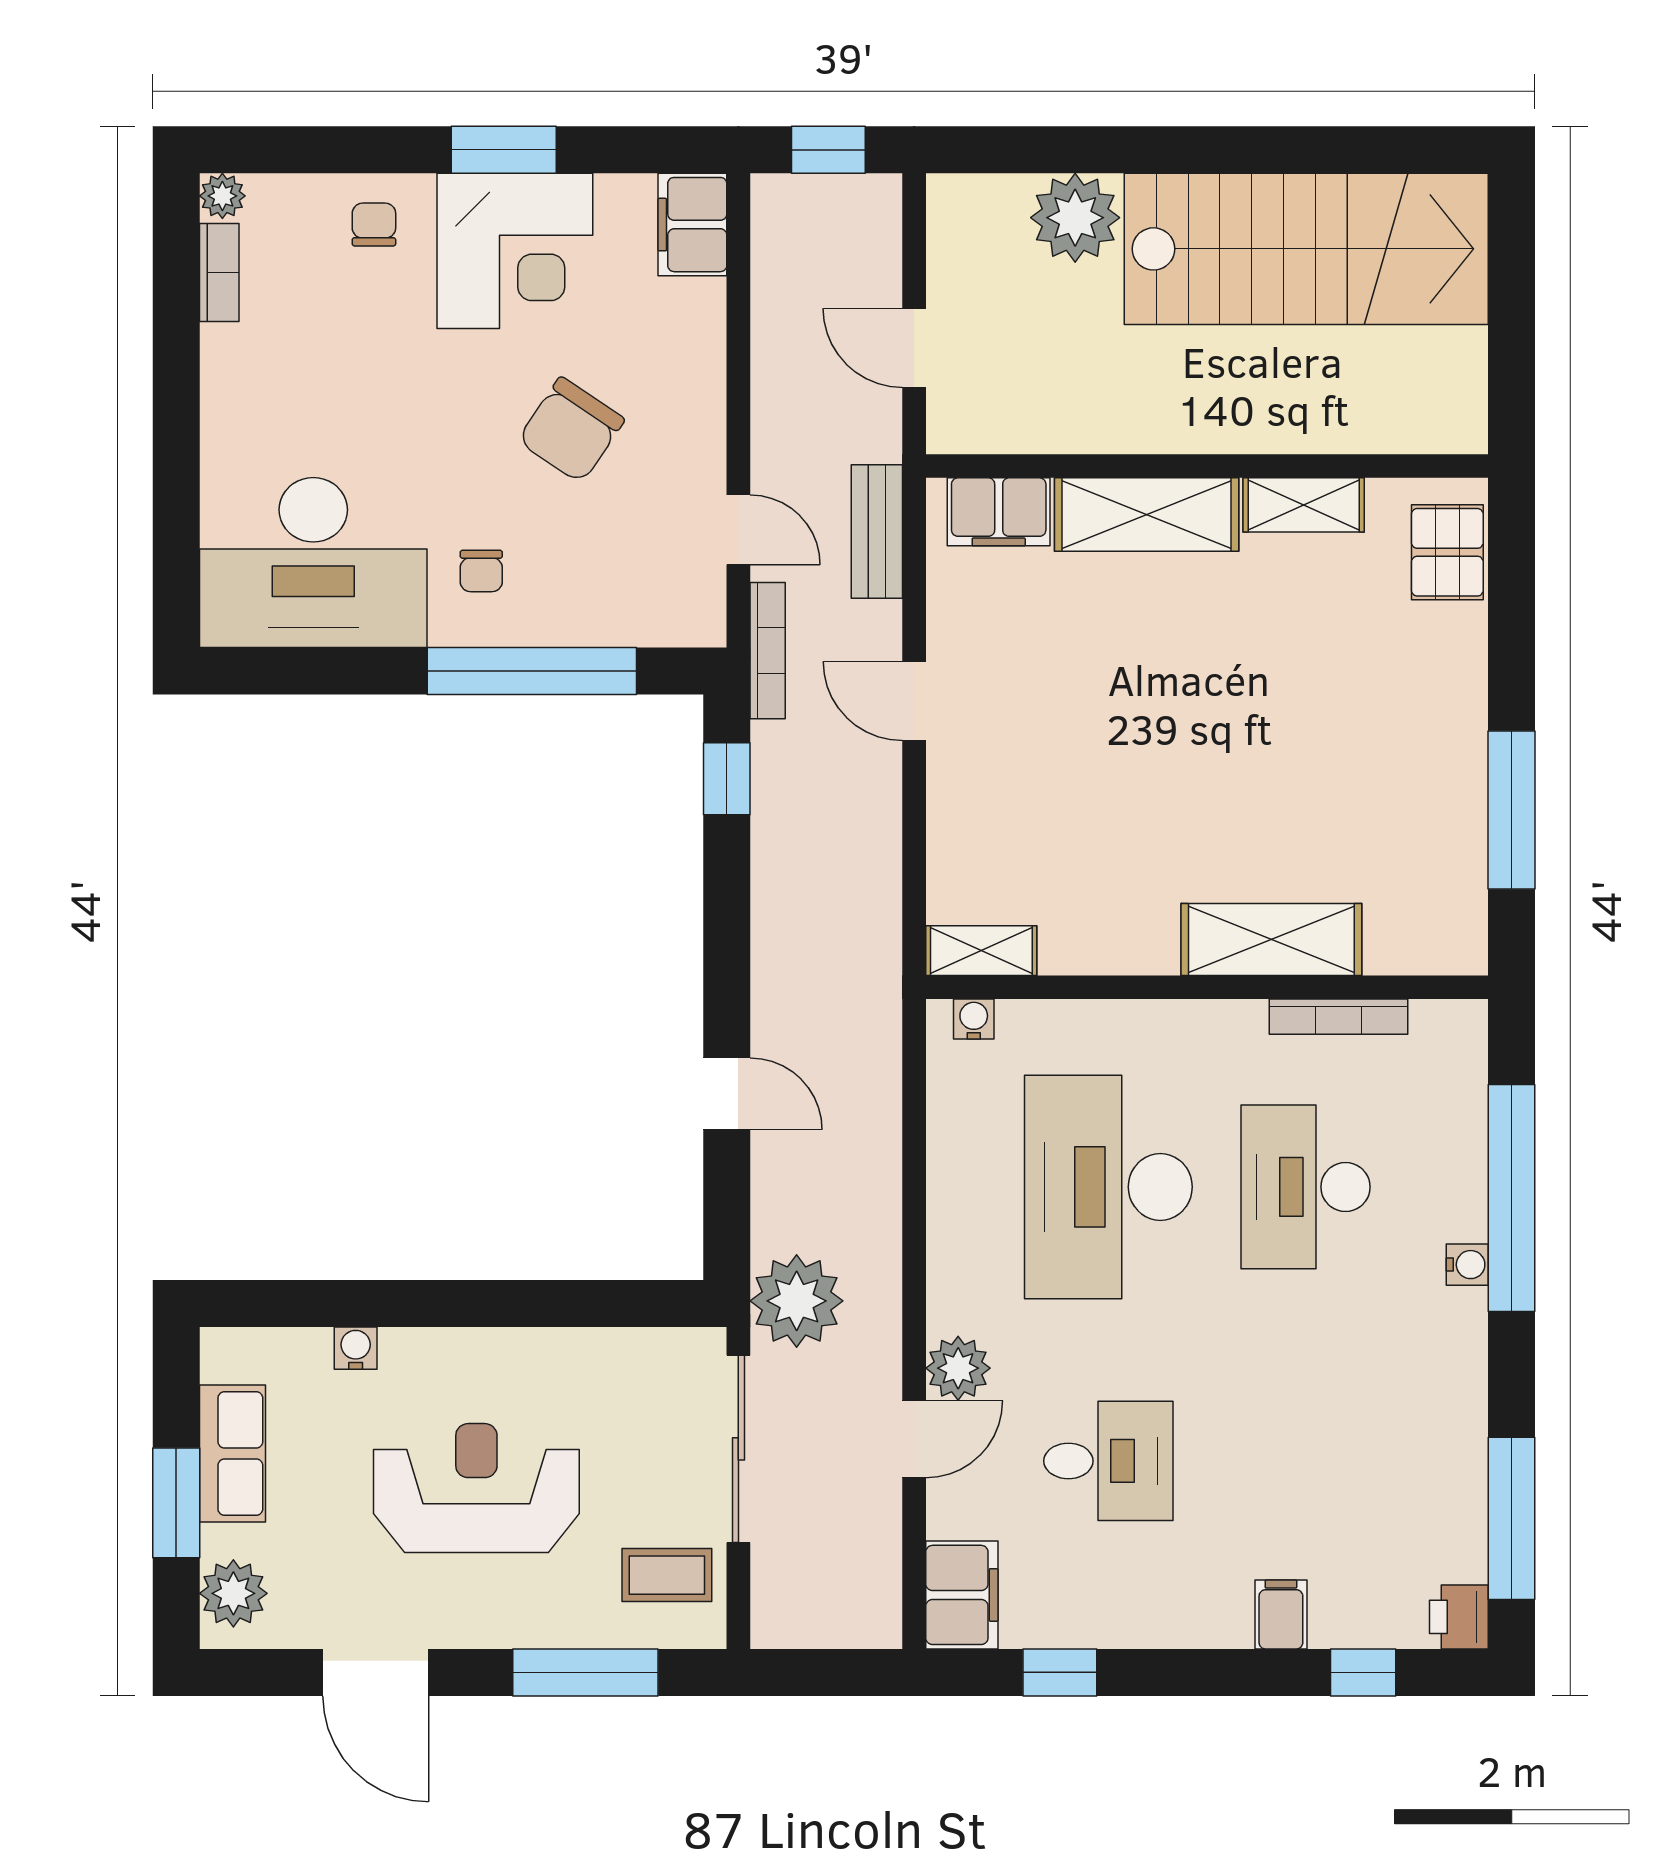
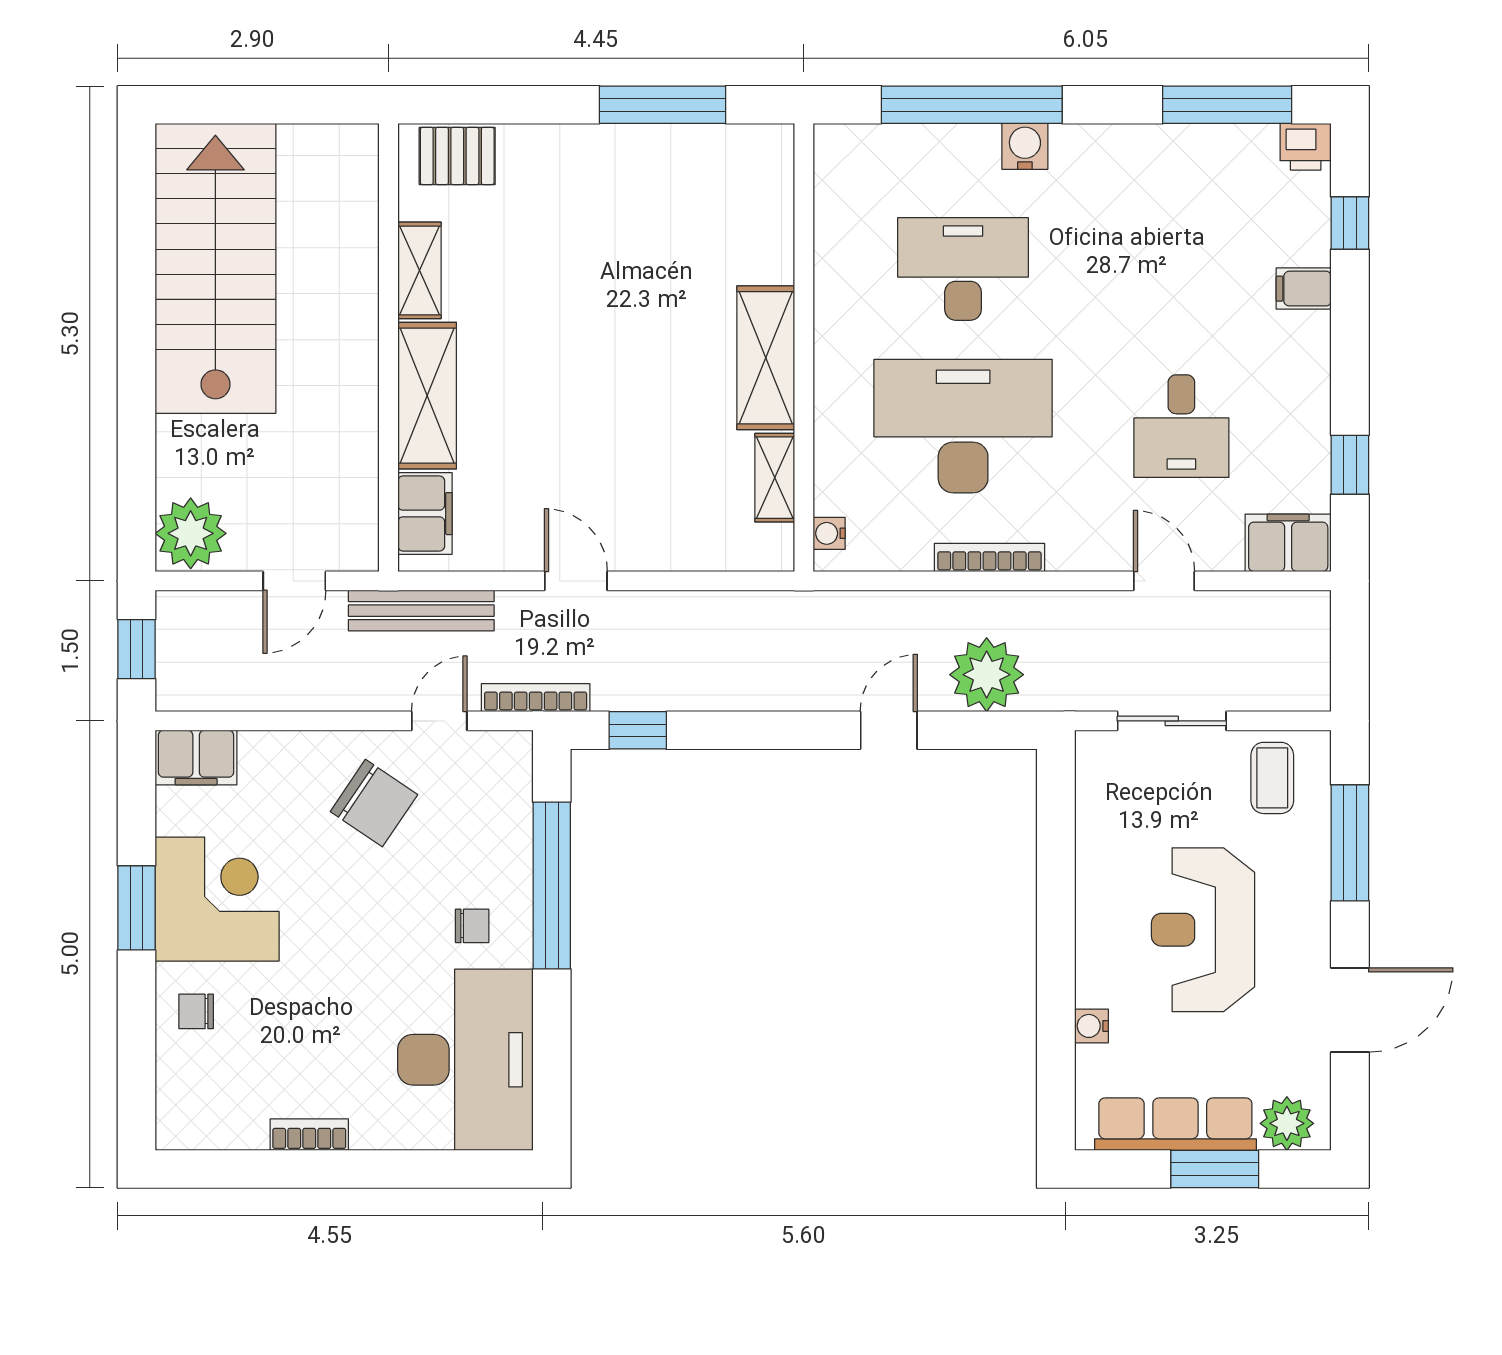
plant: (222, 196) -> (173, 1132), removed
plant: (1075, 218) -> (191, 533), moved
bookcase: (219, 272) -> (309, 1135), moved
chair: (571, 430) -> (374, 803), moved
bench: (877, 531) -> (421, 611), width x1.36
door: (914, 701) -> (576, 581), swing flipped
shelving: (1271, 939) -> (766, 358), moved
shelving: (981, 951) -> (775, 478), moved
bookcase: (1338, 1017) -> (989, 557), moved, turned -90
desk: (1108, 1187) -> (963, 426), turned 180
desk: (1306, 1187) -> (963, 269), turned 180
water cooler: (1467, 1265) -> (1025, 146), width x1.38, depth x1.38
plant: (797, 1301) -> (987, 675), moved
plant: (958, 1368) -> (1107, 546), removed
sliding door: (738, 1449) -> (1172, 721), width x0.73
row of seats: (232, 1454) -> (1175, 1124), width x1.48
desk: (1108, 1461) -> (1181, 426), turned 180

